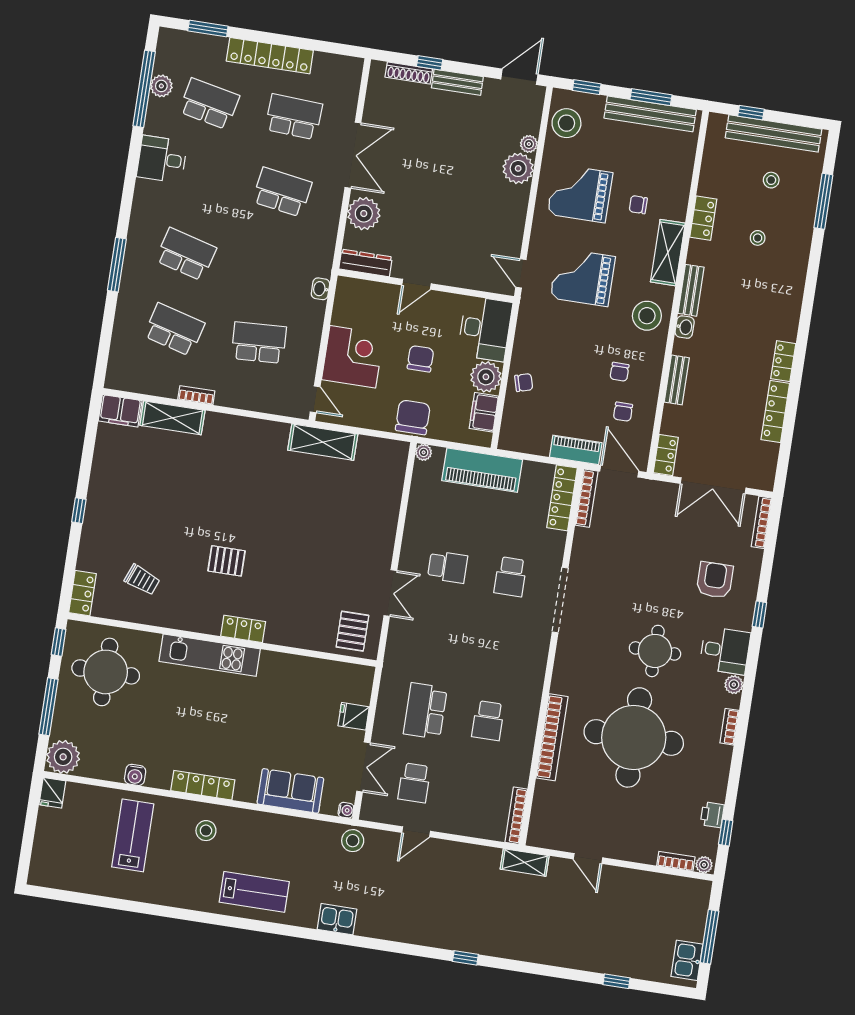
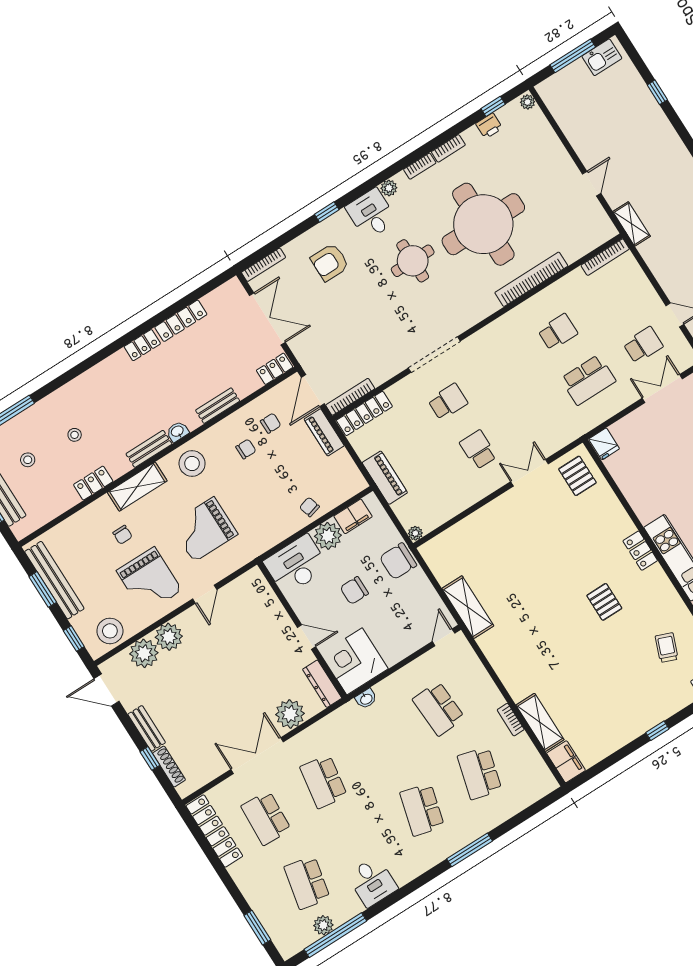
locker: (270, 56) -> (214, 831), moved
plant: (529, 144) -> (144, 653), width x1.88, depth x1.88
door: (521, 273) -> (205, 594), moved
grand piano: (583, 277) -> (204, 529), turned 90
corner desk: (353, 357) -> (354, 661), moved
piano: (482, 470) -> (385, 478), width x0.73, depth x0.75
pallet: (352, 631) -> (577, 476), turned 90
fridge: (354, 716) -> (604, 444), moved
bookcase: (676, 861) -> (448, 148), moved, turned -90

